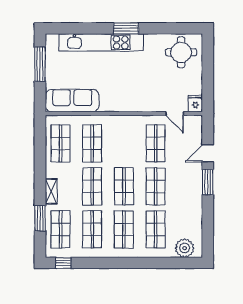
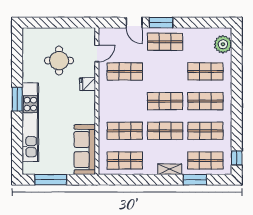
round table: (181, 52) -> (59, 61), moved
fridge: (195, 104) -> (88, 84), moved
shop shelf: (156, 186) -> (165, 42), moved

